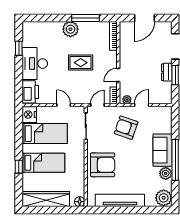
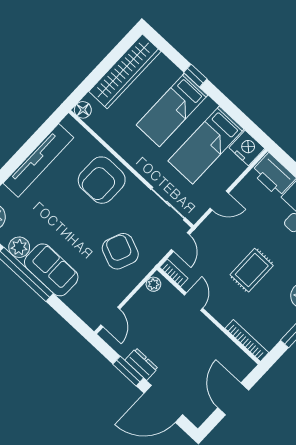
door: (142, 105) -> (110, 317), moved
armchair: (126, 128) -> (120, 251), turned -86

